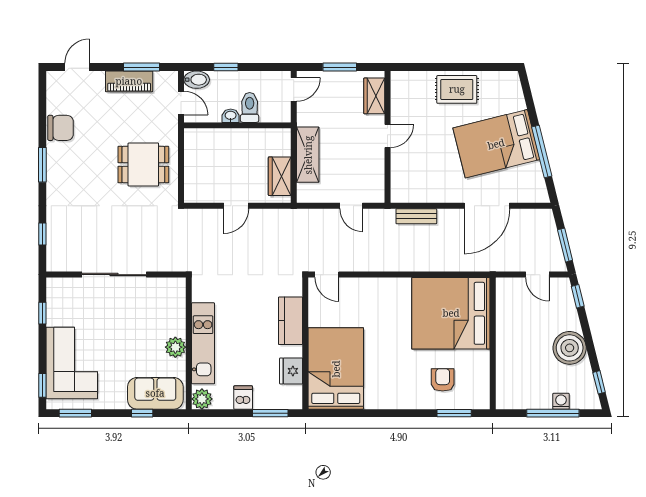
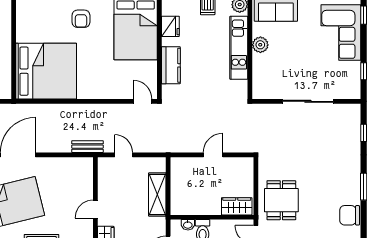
washbasin: (231, 116) -> (188, 225), moved
dining table: (143, 165) -> (281, 200), moved, turned 90
wardrobe: (280, 176) -> (237, 206), moved, turned -90
bench: (416, 216) -> (88, 147), moved
armchair: (443, 380) -> (81, 19), moved

